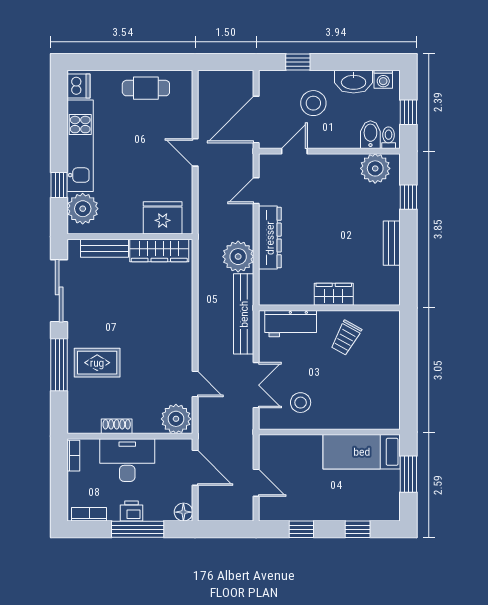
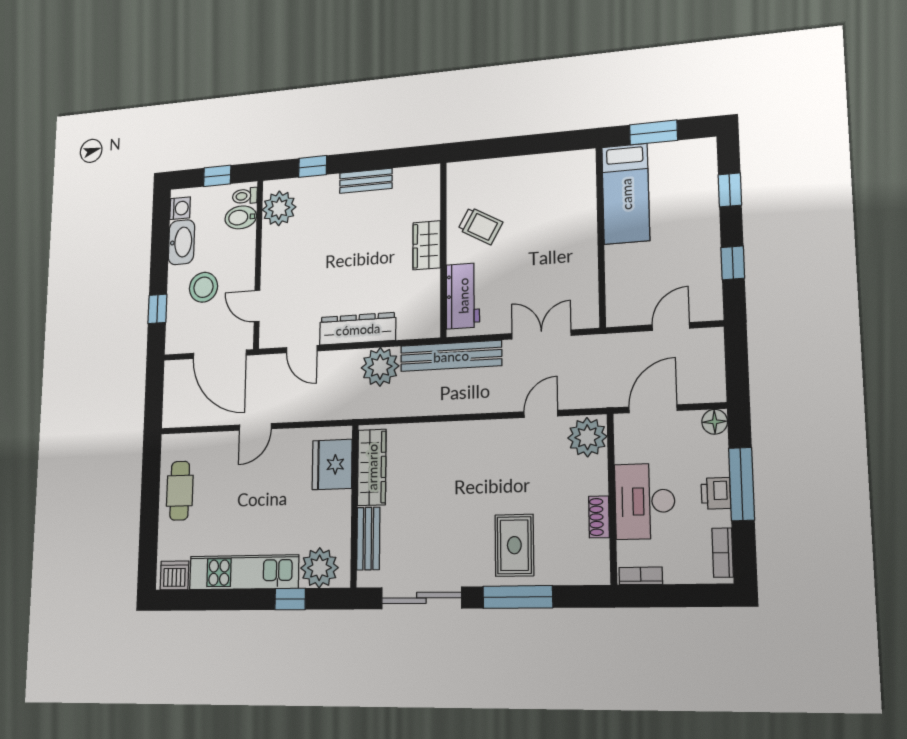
stool: (301, 403) -> (563, 276), removed

